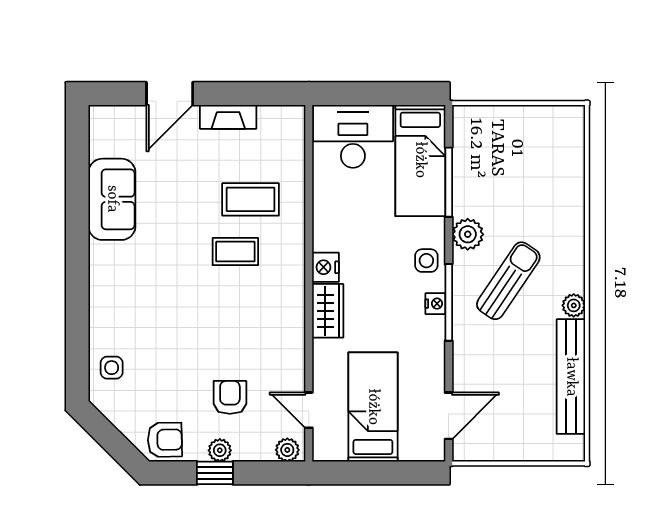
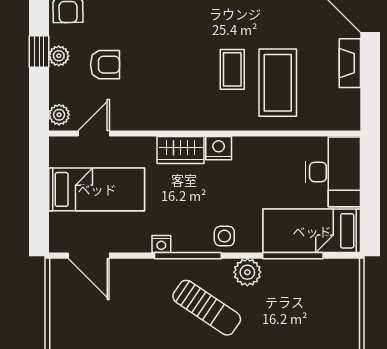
coffee table: (251, 199) -> (278, 83), width x1.36, depth x1.32
nightstand: (435, 304) -> (161, 244), moved

